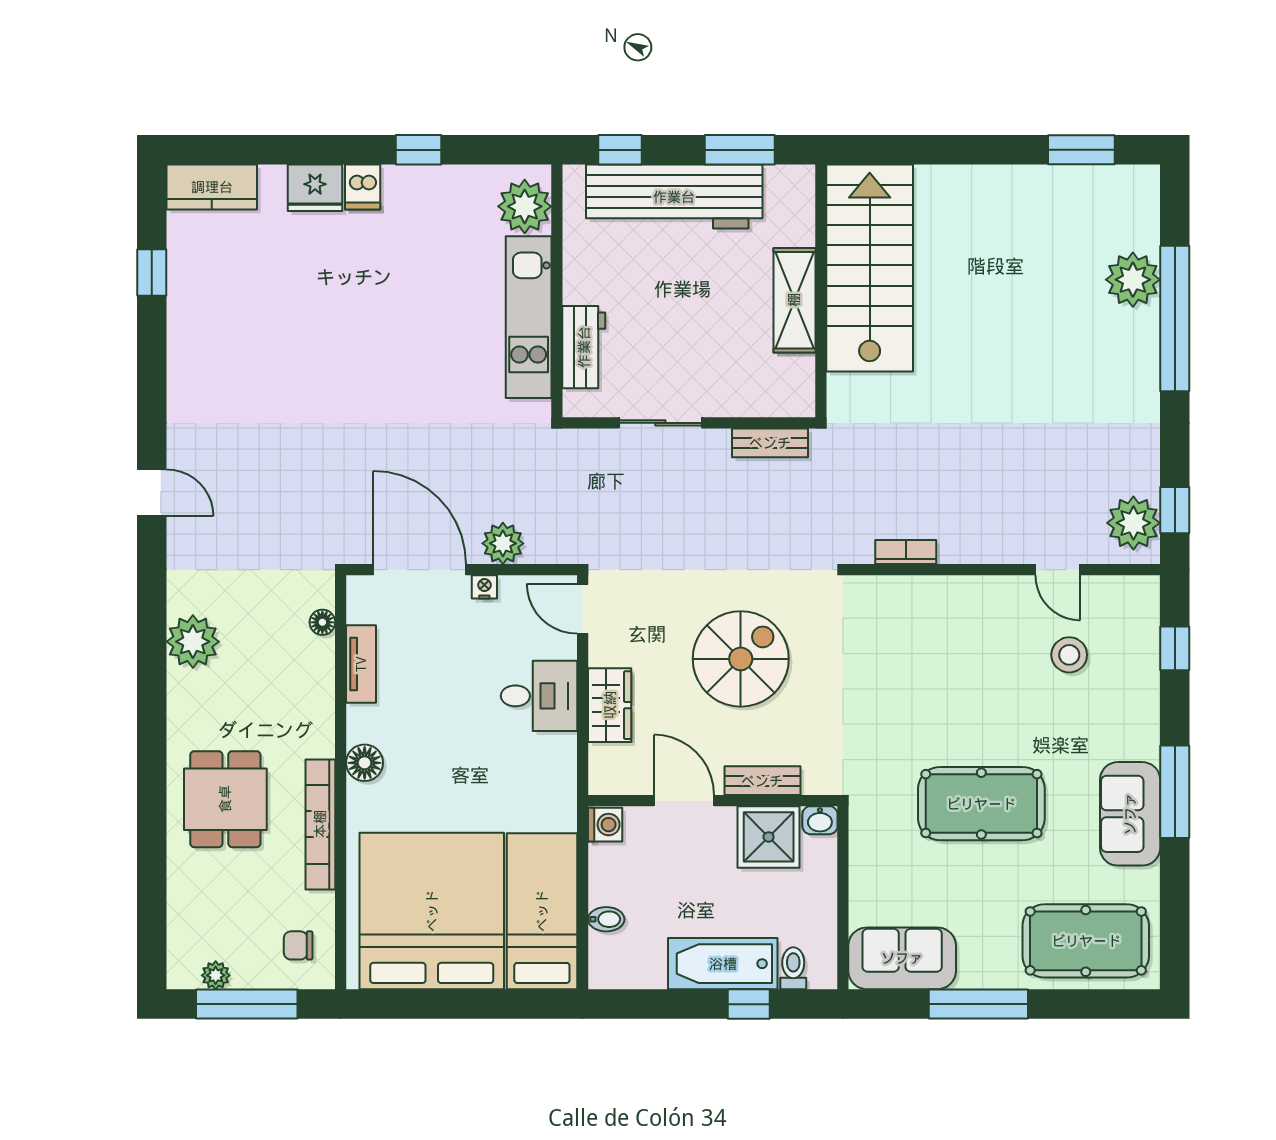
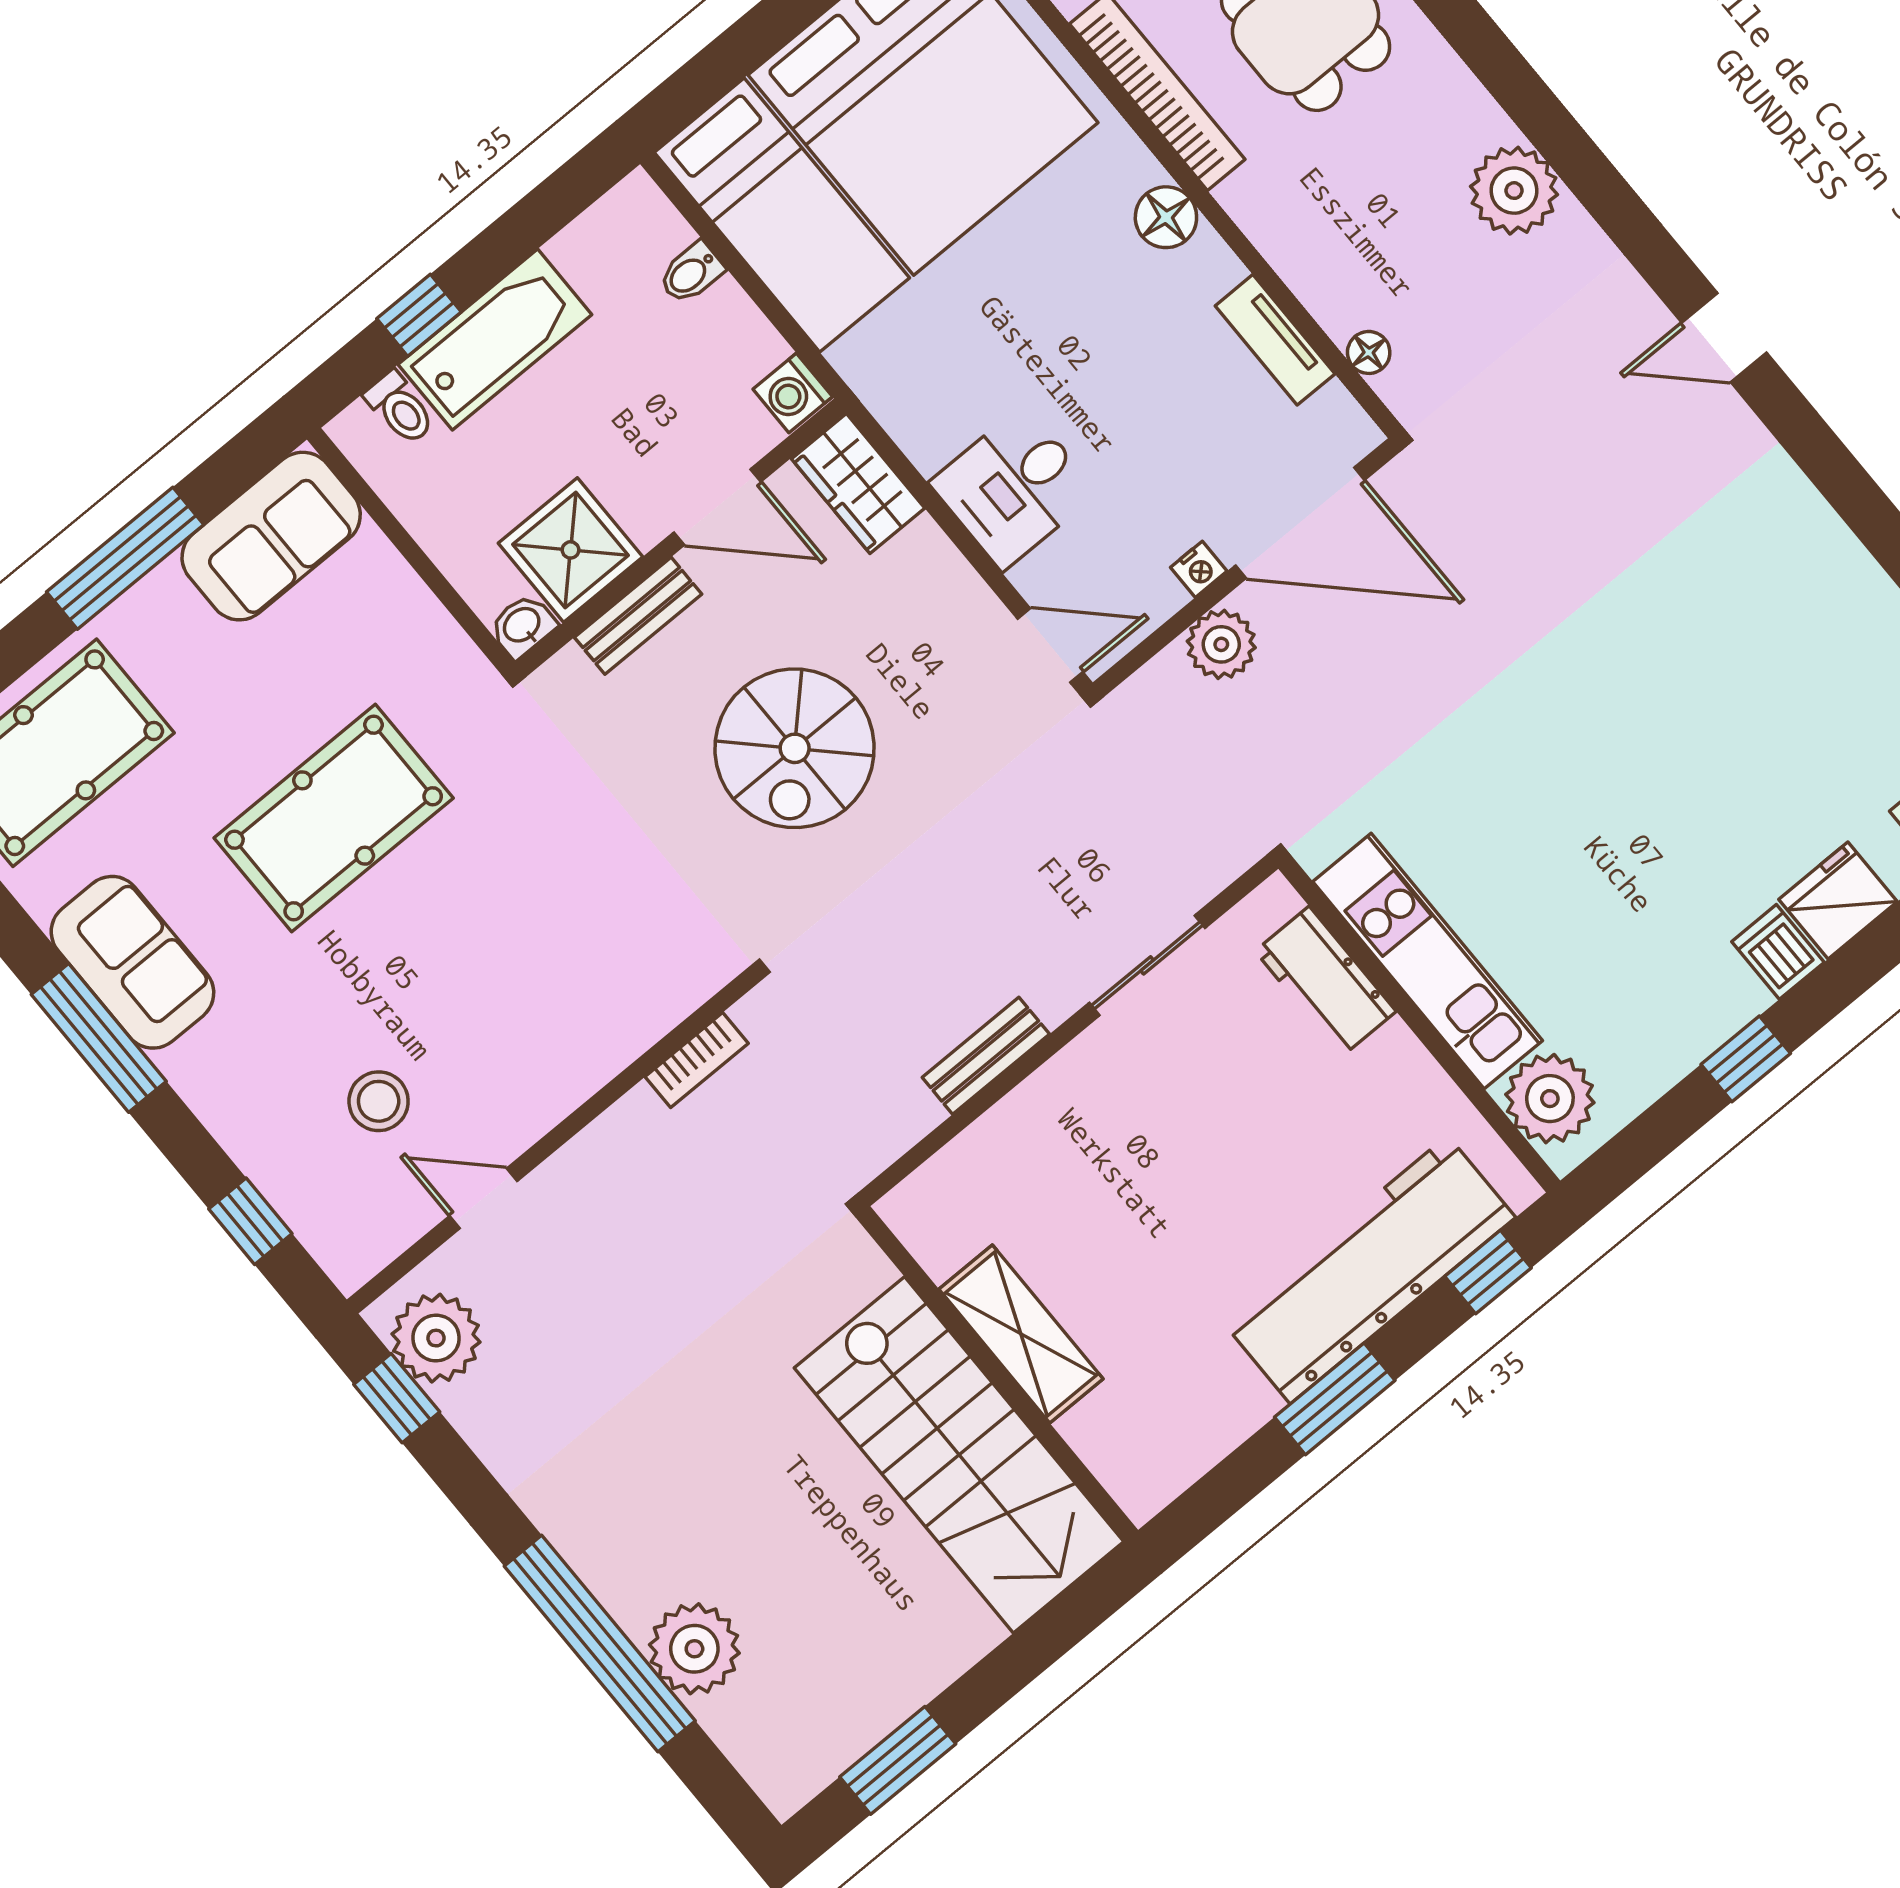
stairs: (870, 268) -> (959, 1455), moved
wall: (821, 291) -> (997, 1374), moved
shelving: (794, 300) -> (1021, 1334), moved
wardrobe: (610, 705) -> (858, 483), moved

